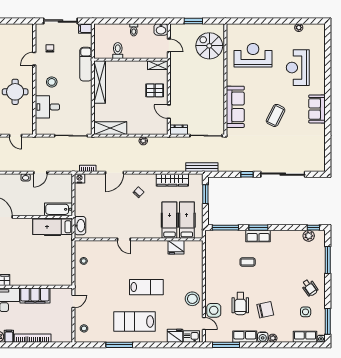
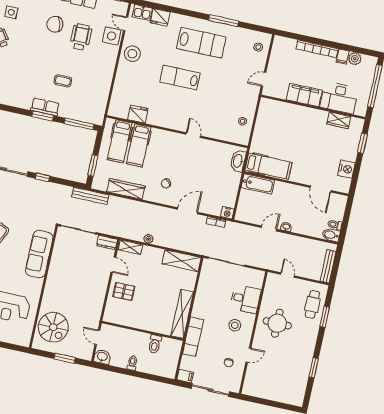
shelving: (158, 65) -> (130, 247), moved

